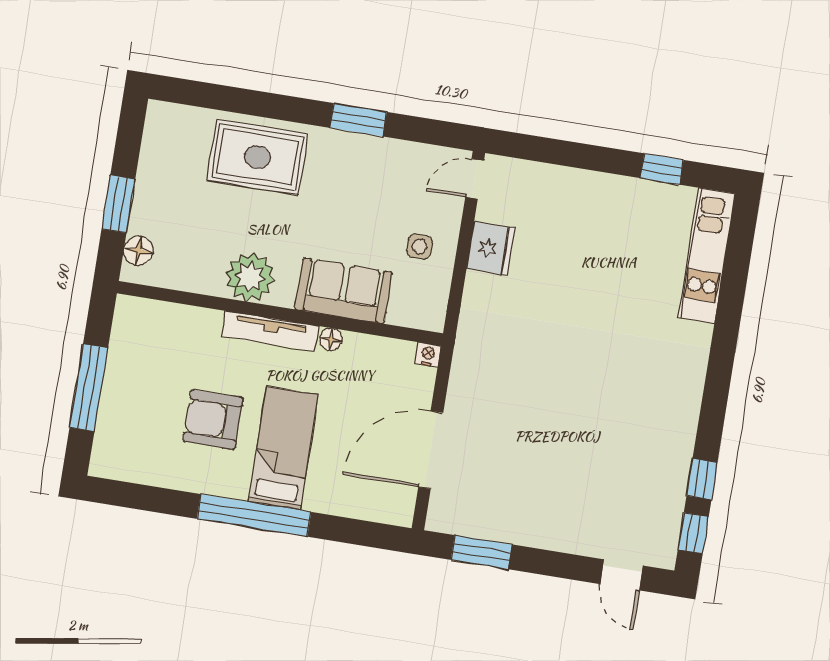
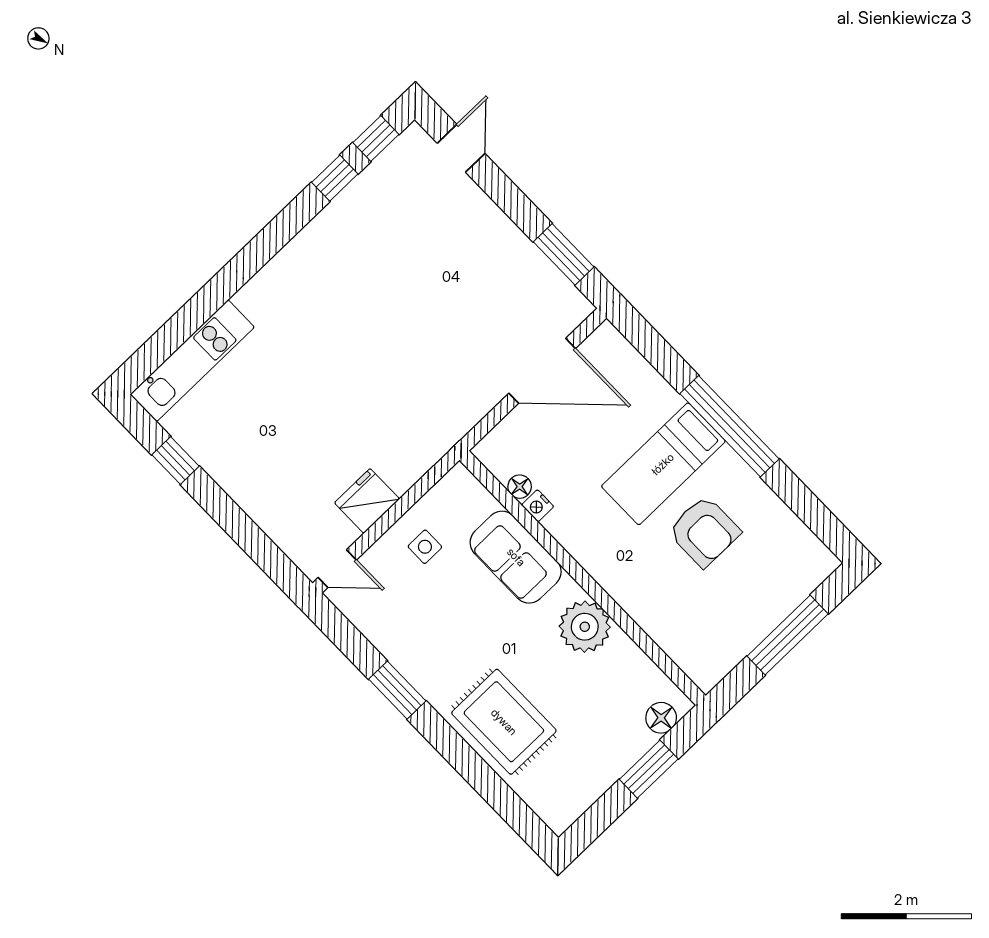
tv unit: (270, 331) -> (602, 569), removed
floor lamp: (331, 339) -> (520, 487), moved
nightstand: (428, 355) -> (538, 506), moved

